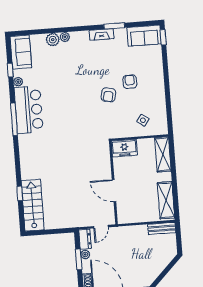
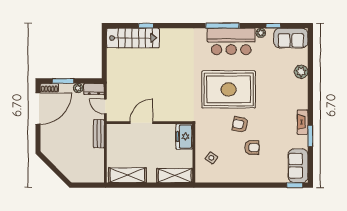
plant: (65, 37) -> (303, 84), removed
rug: (75, 109) -> (229, 89), added
bench: (162, 228) -> (99, 134), moved
window: (79, 259) -> (63, 81), moved

